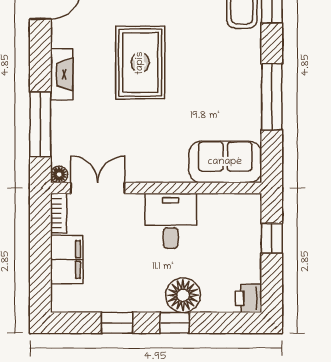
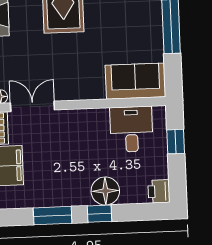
desk: (171, 221) -> (131, 129), moved
window: (117, 323) -> (53, 216), width x1.50

